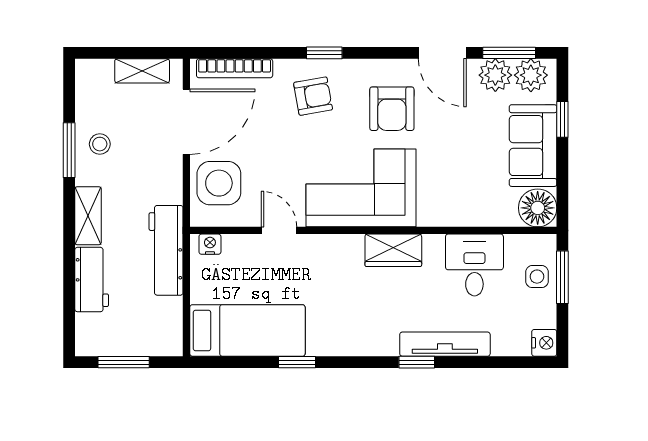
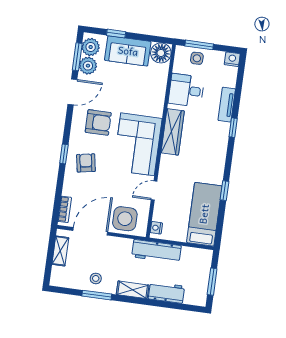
bookcase: (235, 68) -> (65, 209), width x0.64
door: (186, 122) -> (90, 231), hinge flipped
wardrobe: (393, 250) -> (173, 132), width x1.50
tv unit: (445, 344) -> (227, 105), width x0.71

